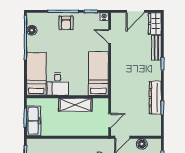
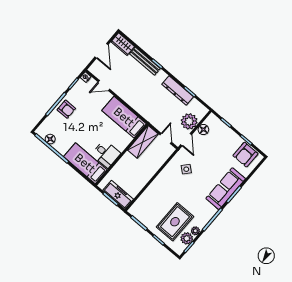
bench: (156, 48) -> (145, 61), width x1.36
shelving: (75, 105) -> (143, 142), moved
plant: (139, 127) -> (189, 121), added

